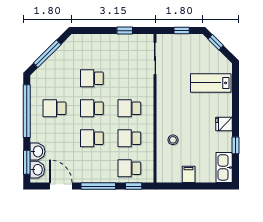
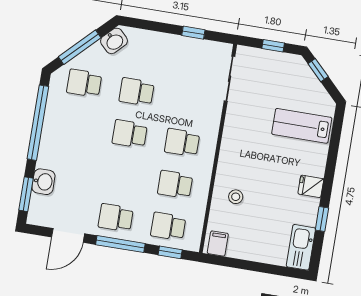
school desk: (54, 108) -> (84, 83), moved
school desk: (92, 138) -> (116, 218), moved
washbasin: (37, 170) -> (114, 41), moved, turned 45
filing cabinet: (189, 174) -> (218, 244), moved
door: (61, 186) -> (68, 235), swing flipped

